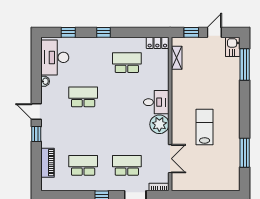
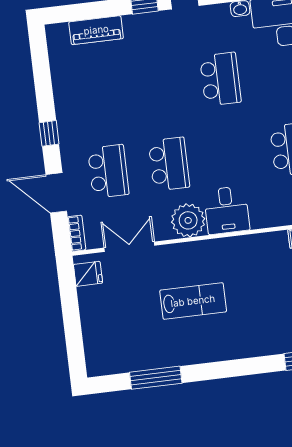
double door: (170, 159) -> (129, 247), swing flipped
school desk: (83, 165) -> (169, 164), moved
fridge: (182, 184) -> (88, 274), added

